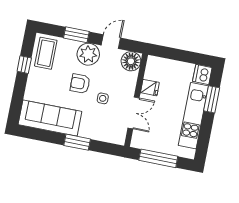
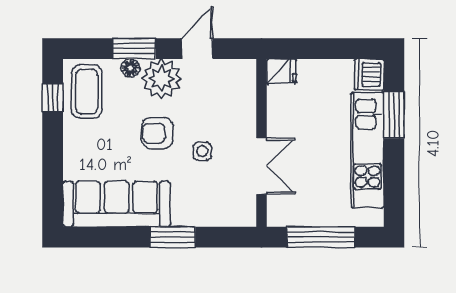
floor lamp: (131, 61) -> (130, 68), moved, width x0.53, depth x0.53
window: (24, 65) -> (53, 97), moved
fridge: (150, 88) -> (281, 71), moved

